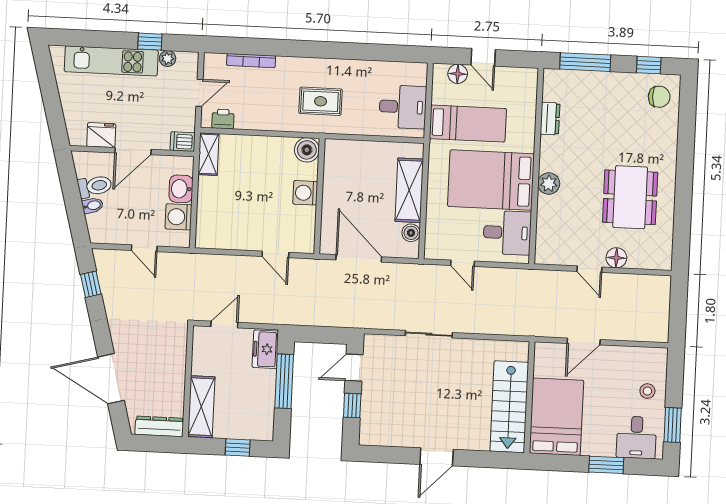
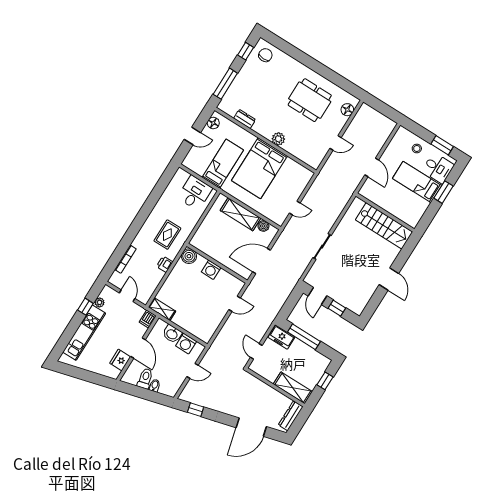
floor lamp: (458, 74) -> (213, 123), moved
printer: (223, 119) -> (165, 264), moved
desk: (507, 233) -> (292, 175), removed
floor lamp: (616, 258) -> (347, 110), moved
bed: (556, 417) -> (417, 182), moved, width x0.67

